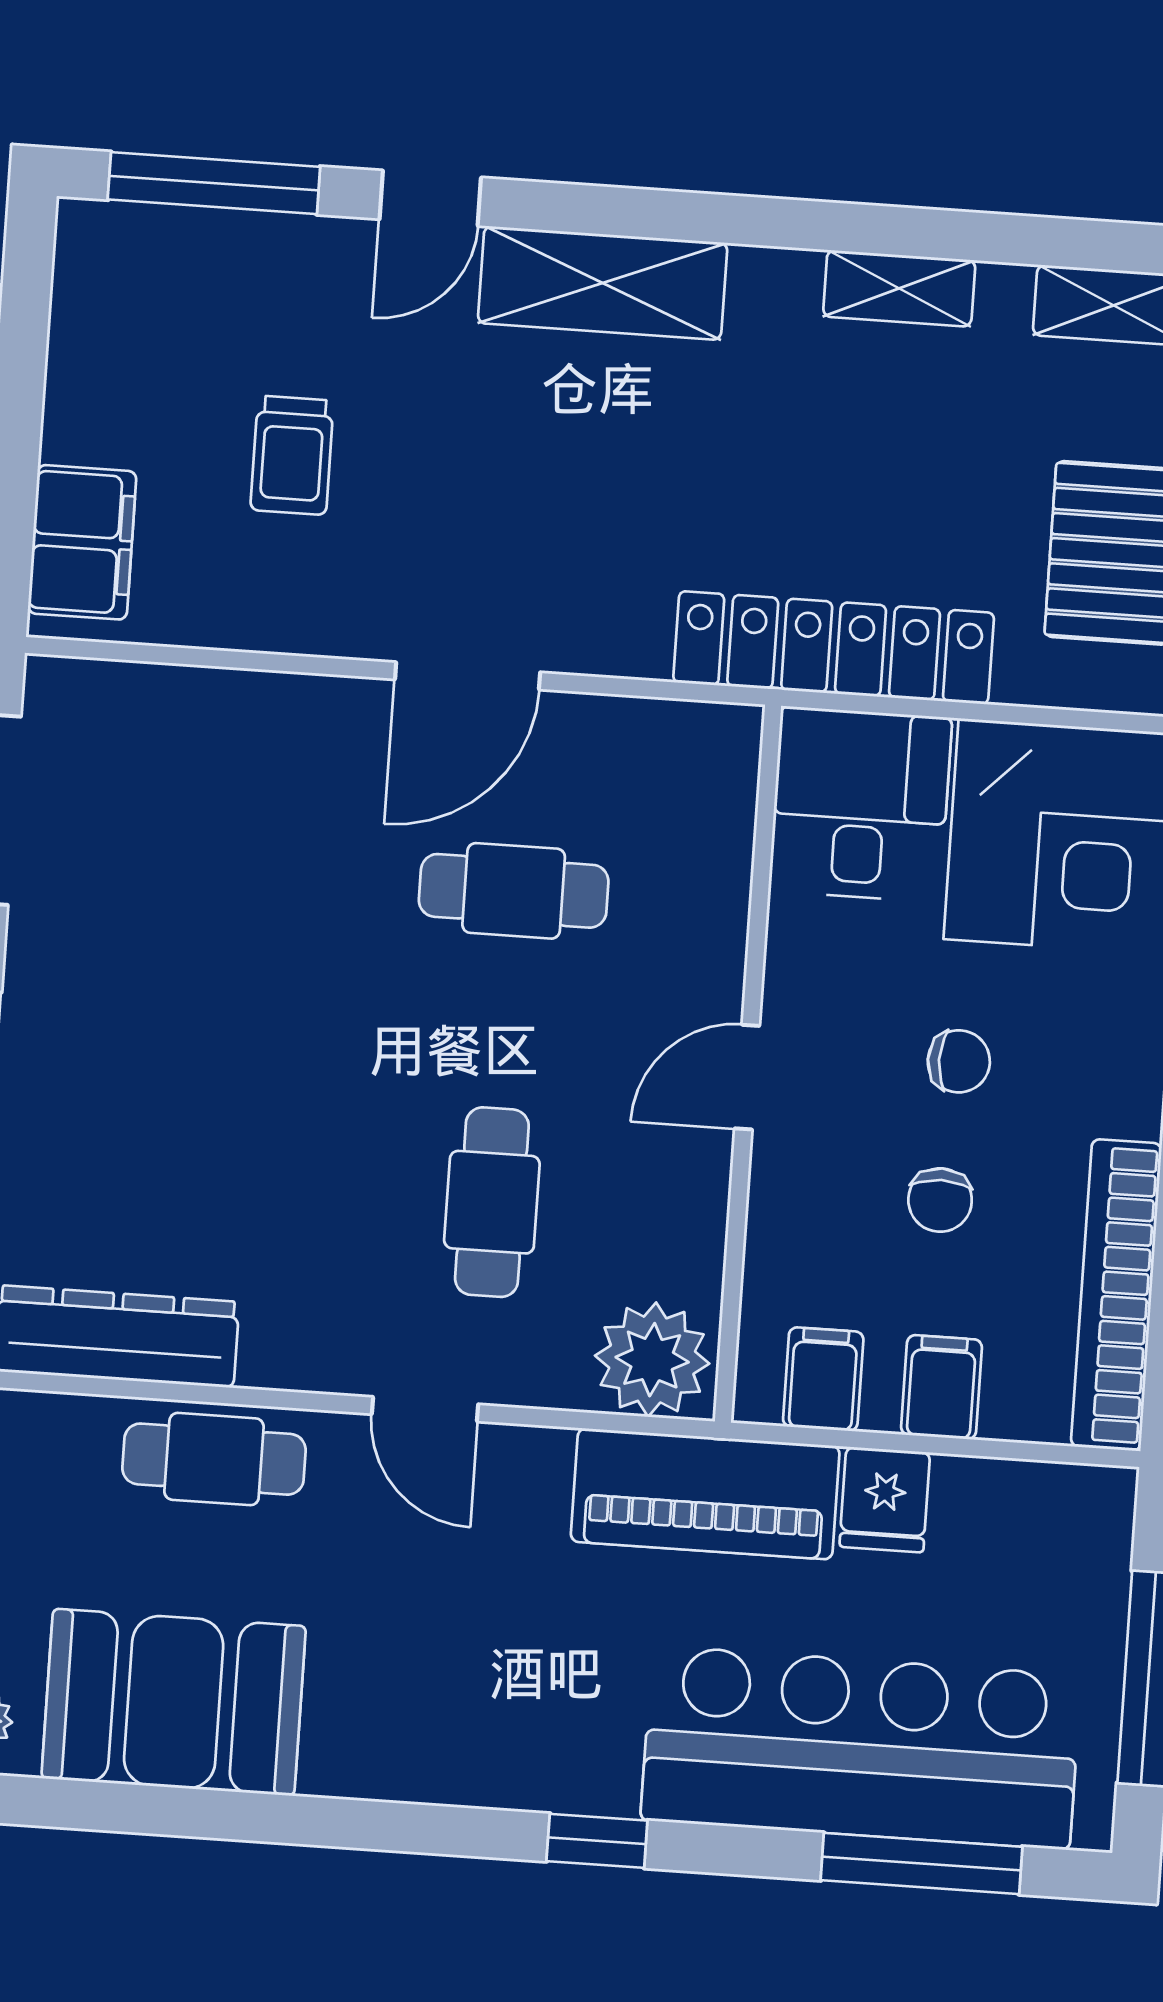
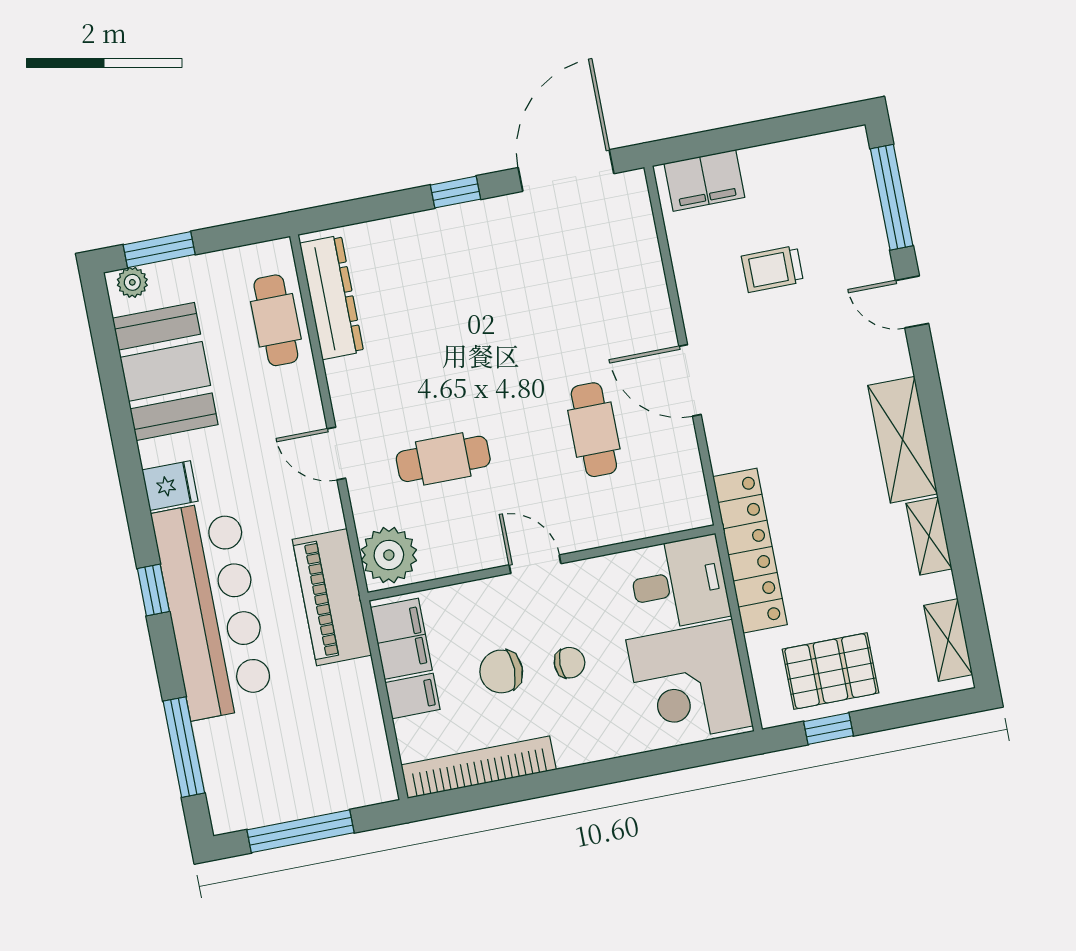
shelving: (603, 283) -> (903, 440), moved
chair: (959, 1061) -> (569, 663), turned -90
chair: (940, 1200) -> (501, 671), width x1.37, depth x1.37
filing cabinet: (823, 1379) -> (401, 639), width x2.00
door: (425, 1409) -> (336, 453), hinge flipped
cafe table: (214, 1459) -> (276, 320), moved
fridge: (885, 1500) -> (170, 486), moved, turned 180
bar counter: (861, 1748) -> (213, 609), moved

